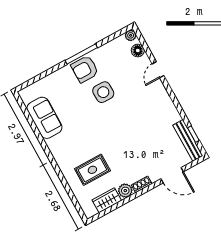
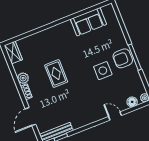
armchair: (85, 69) -> (123, 58), turned -90
rug: (92, 170) -> (56, 74), moved
wardrobe: (107, 200) -> (13, 53), moved

